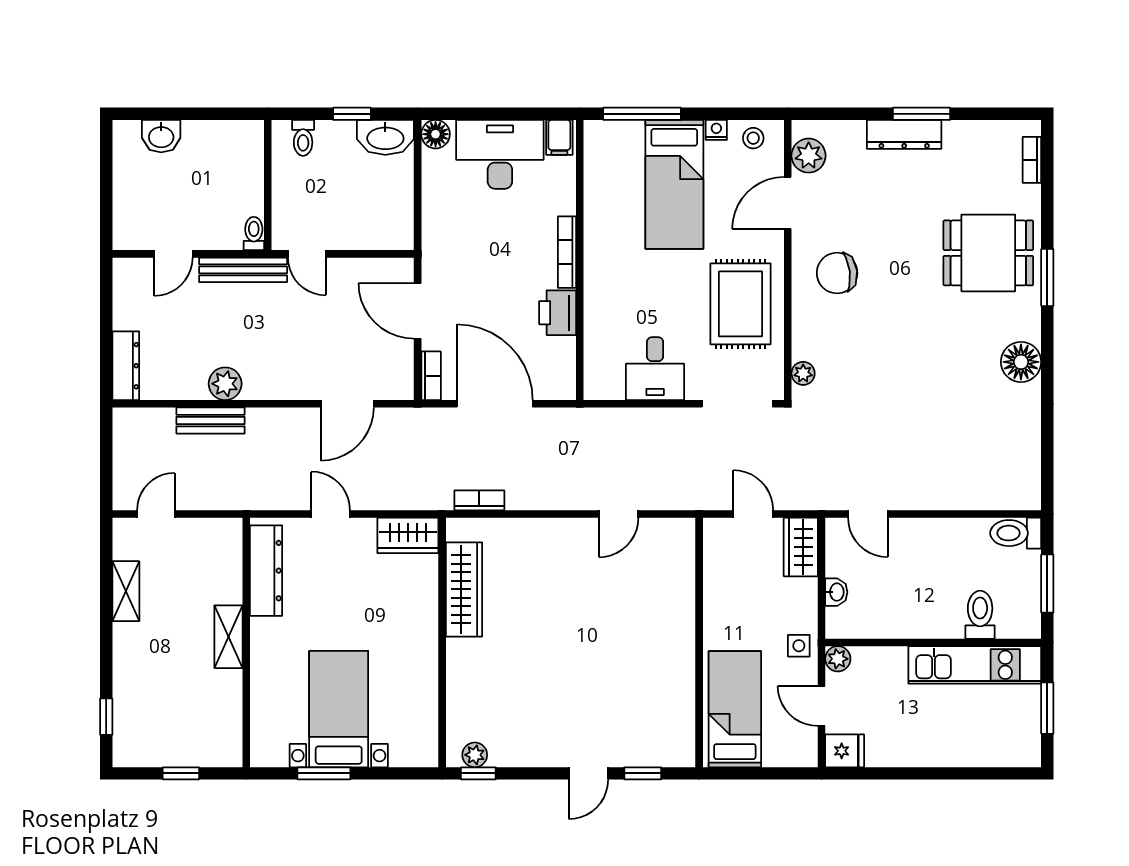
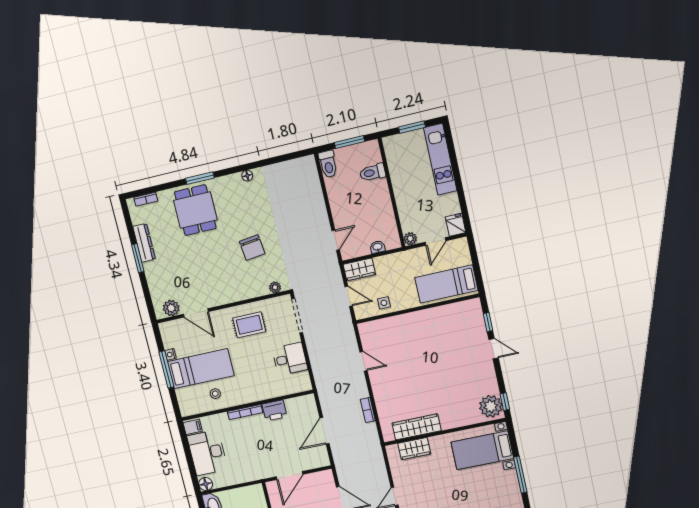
window: (642, 114) -> (166, 369), moved
dresser: (904, 134) -> (144, 243), moved
stool: (753, 138) -> (215, 394), moved
chair: (837, 273) -> (252, 248), moved
rug: (741, 304) -> (249, 325), width x0.73, depth x0.70
floor lamp: (1021, 362) -> (247, 176), width x0.53, depth x0.53
bookcase: (431, 376) -> (318, 463), removed
door: (495, 404) -> (325, 431), width x0.73
bookcase: (479, 500) -> (368, 410), moved
door: (753, 514) -> (349, 296), swing flipped
wardrobe: (408, 535) -> (414, 449), moved, turned 90
side table: (799, 646) -> (384, 303), moved
kitchen unit: (975, 665) -> (440, 159), moved, turned 180
bed with nightstands: (339, 709) -> (482, 450), moved
plant: (475, 755) -> (491, 406), width x1.88, depth x1.88
window: (324, 773) -> (520, 475), width x1.44

